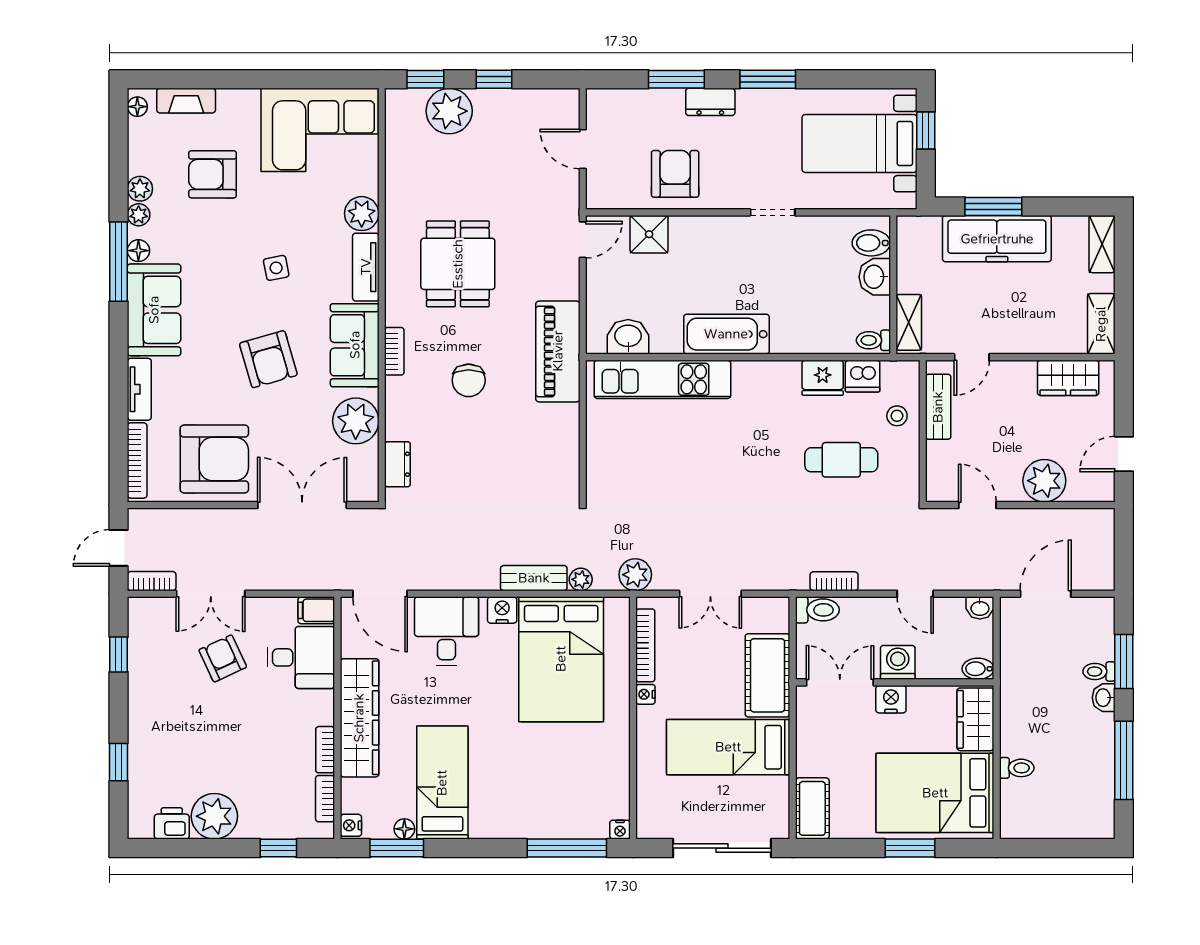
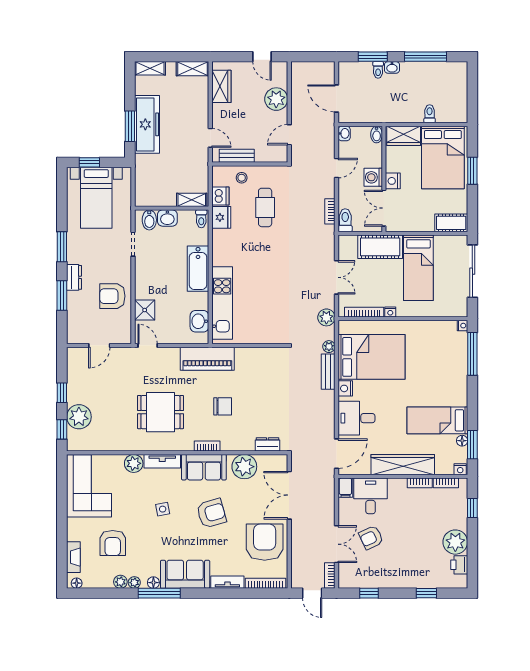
bidet: (871, 243) -> (149, 220), moved
washbasin: (875, 277) -> (167, 218), moved
wall: (893, 285) -> (172, 208), moved
shelving: (909, 322) -> (192, 200), moved
toilet: (873, 340) -> (201, 219), moved

